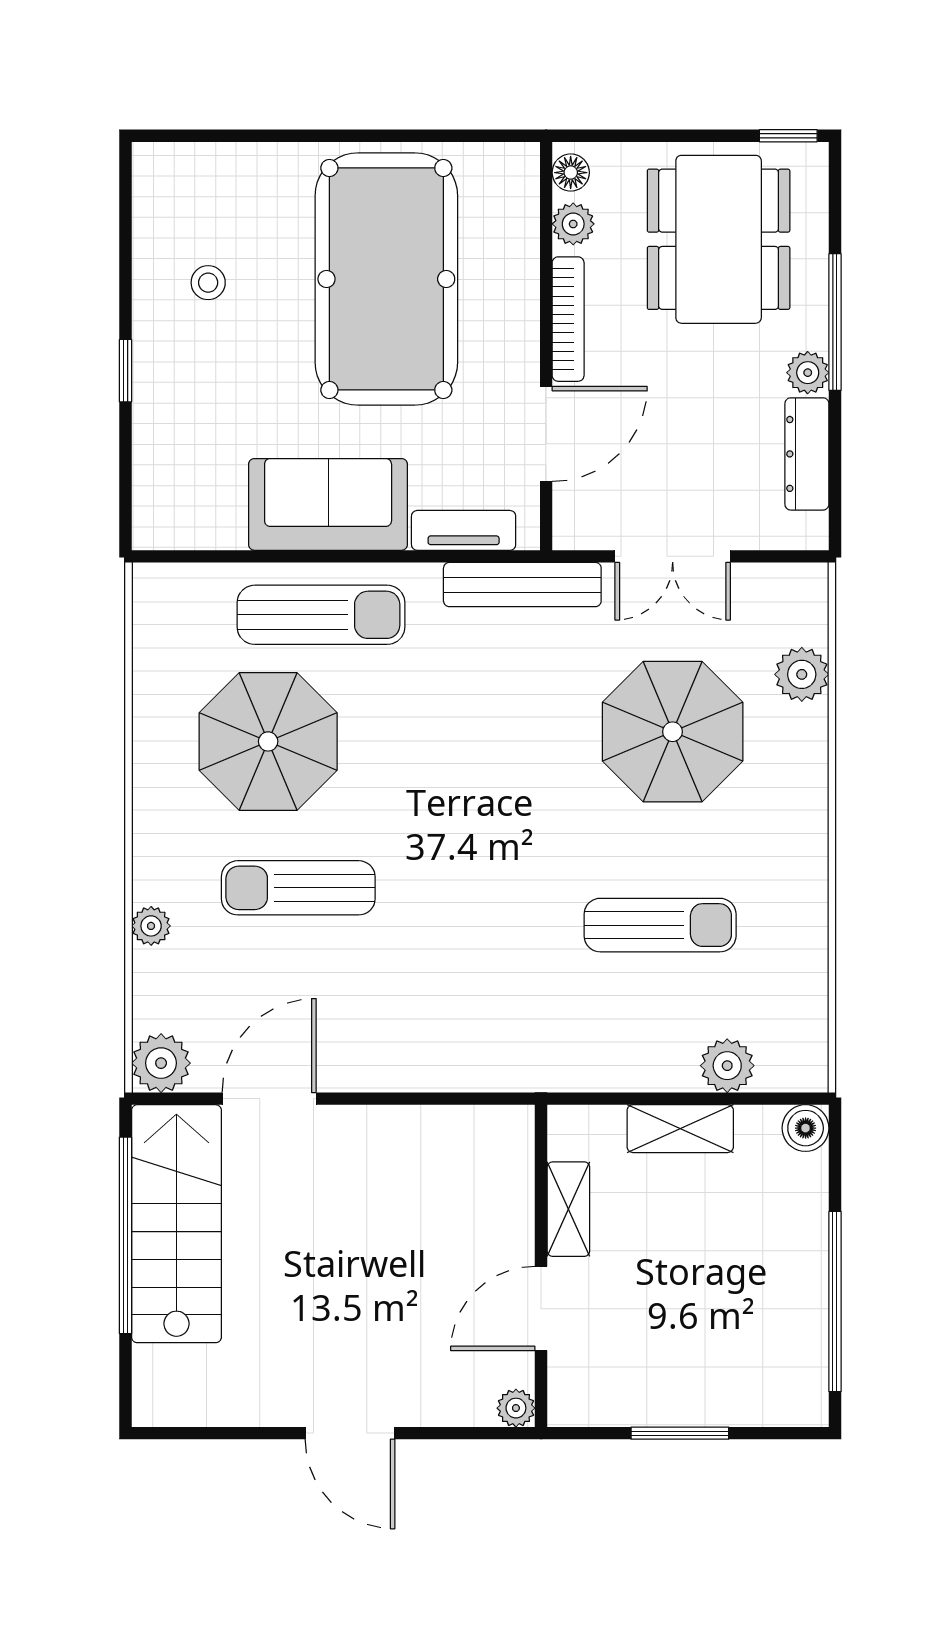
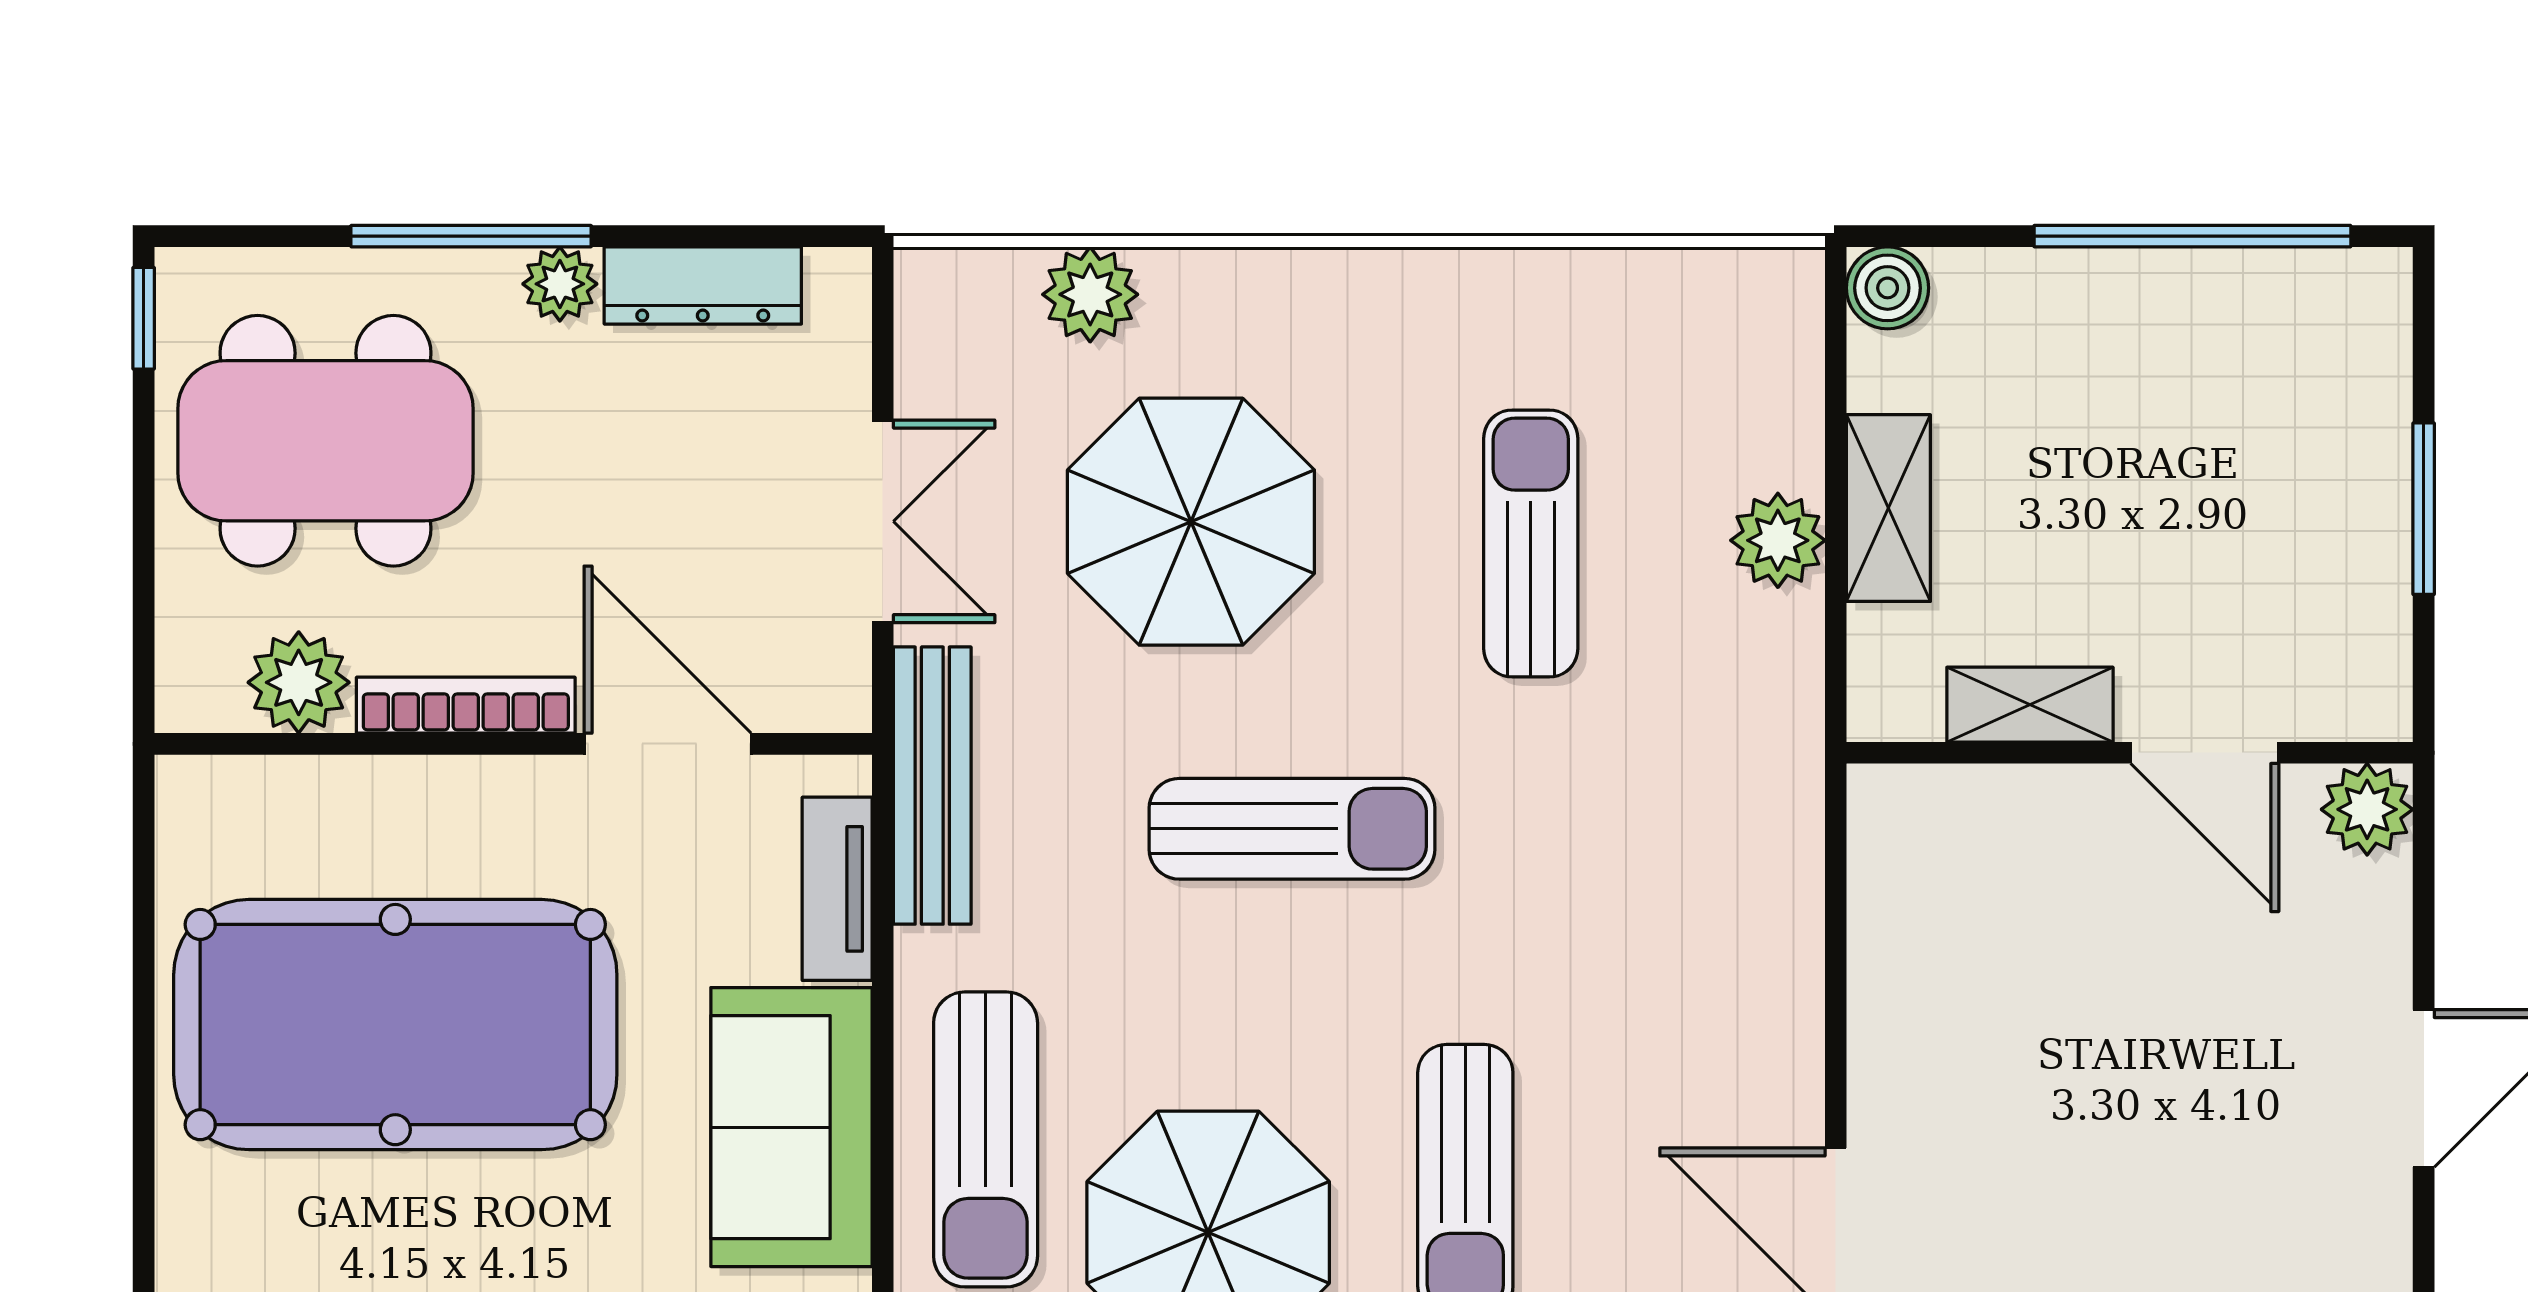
floor lamp: (571, 173) -> (208, 701), removed
plant: (573, 224) -> (299, 682), width x1.38, depth x1.38
sun lounger: (321, 615) -> (986, 1139), turned 180
sun lounger: (498, 789) -> (1292, 829), added
plant: (727, 1066) -> (1778, 540), moved
plant: (516, 1408) -> (2367, 809), width x1.38, depth x1.38

